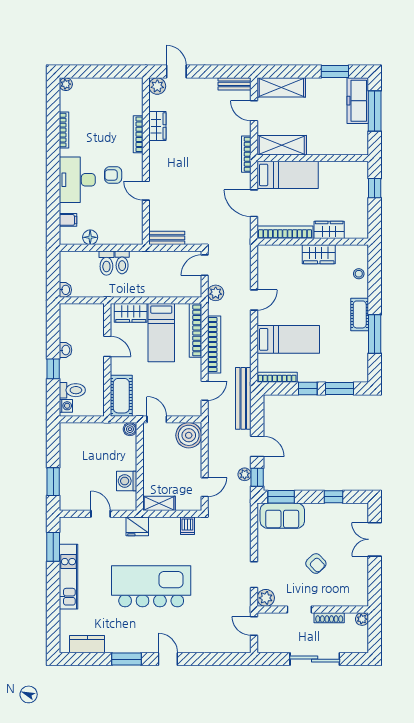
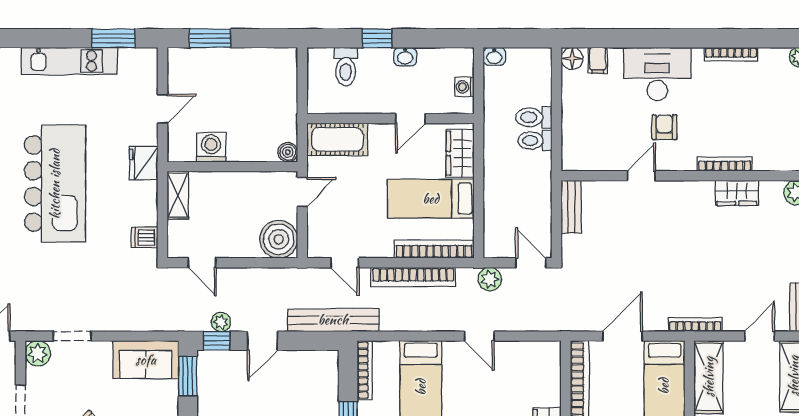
floor lamp: (90, 237) -> (572, 58), moved
washing machine: (66, 406) -> (464, 87), moved, turned 90
sofa: (282, 516) -> (146, 360), moved, turned -90

